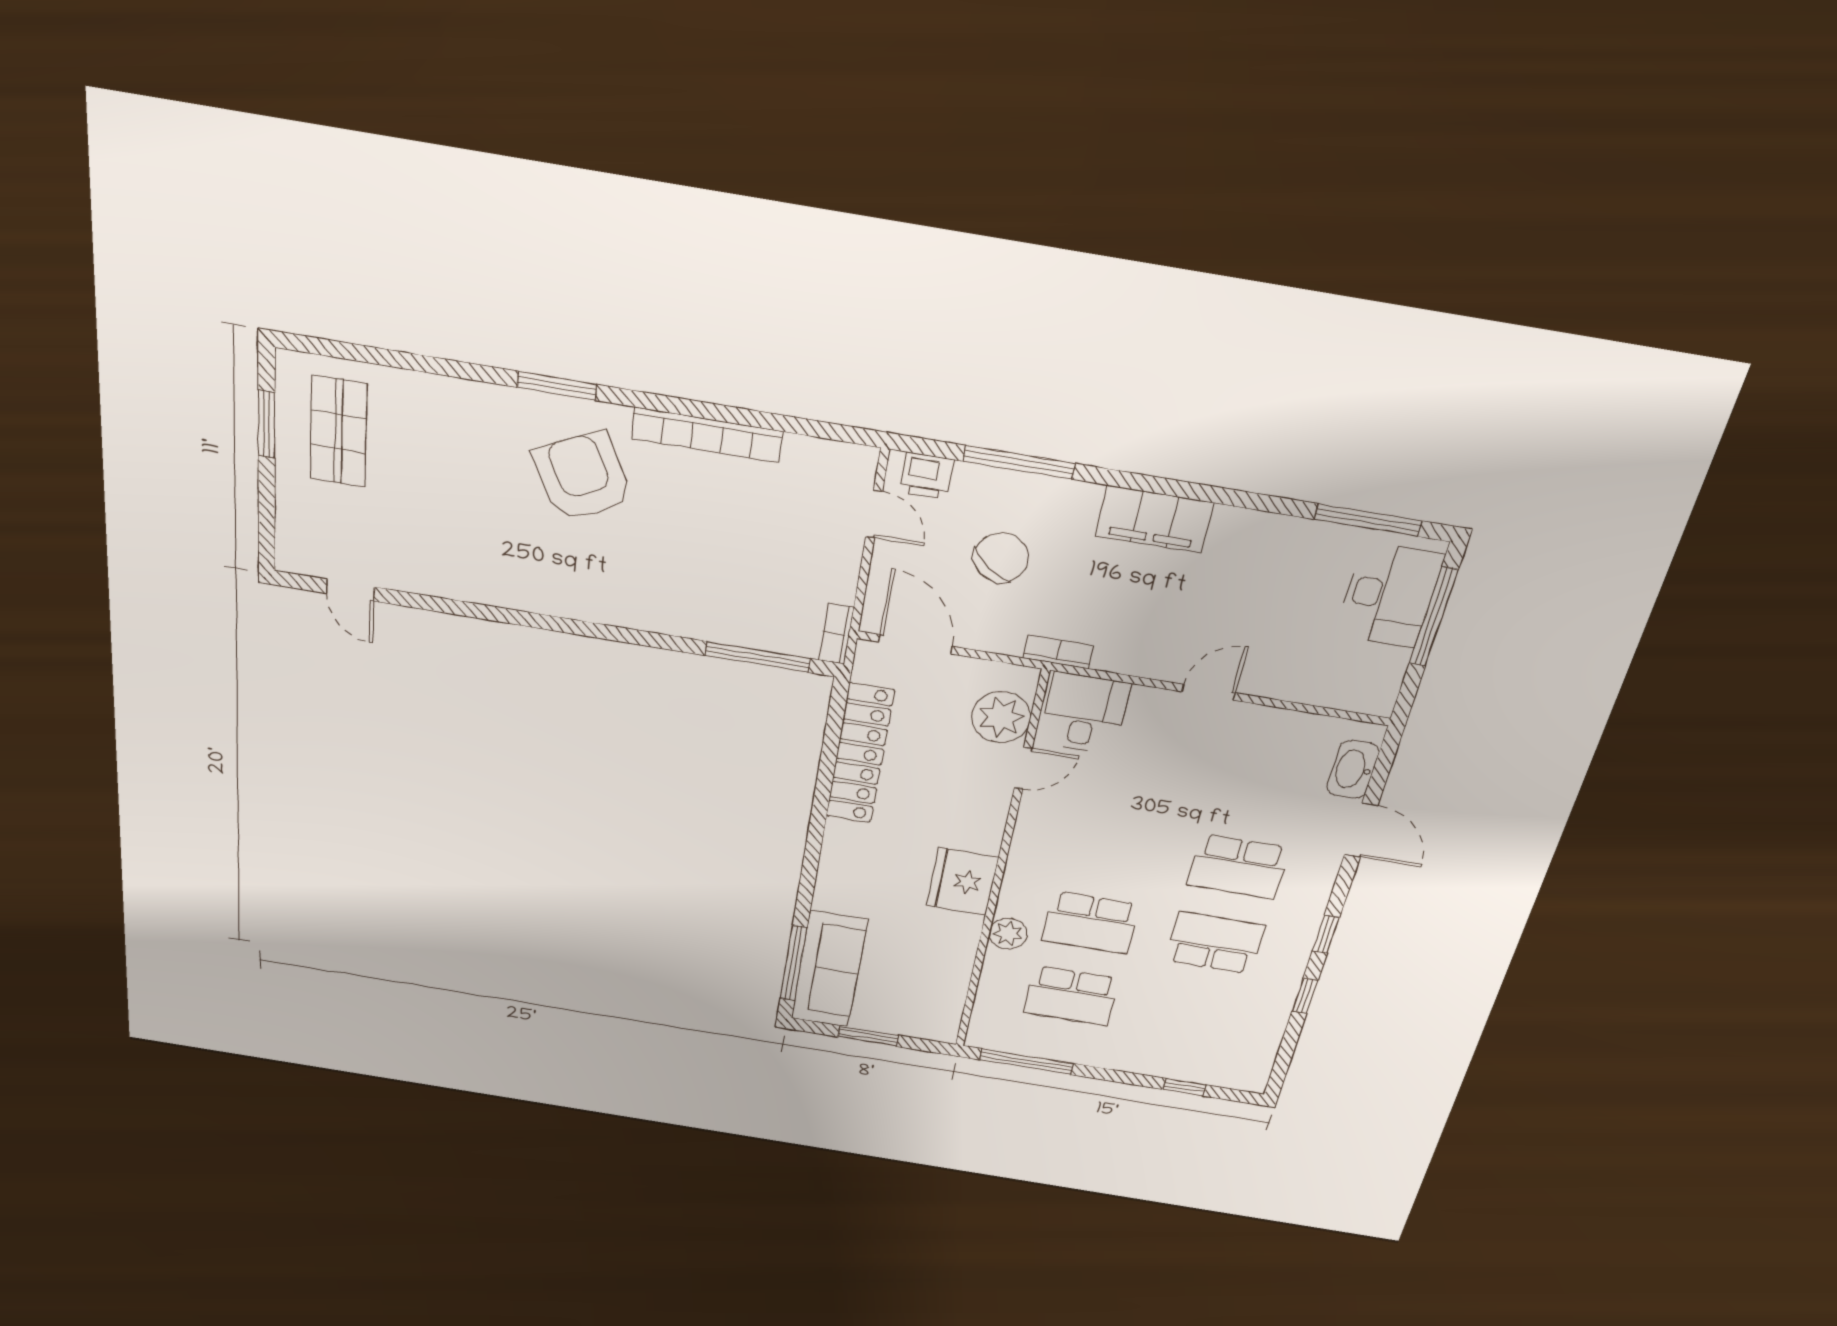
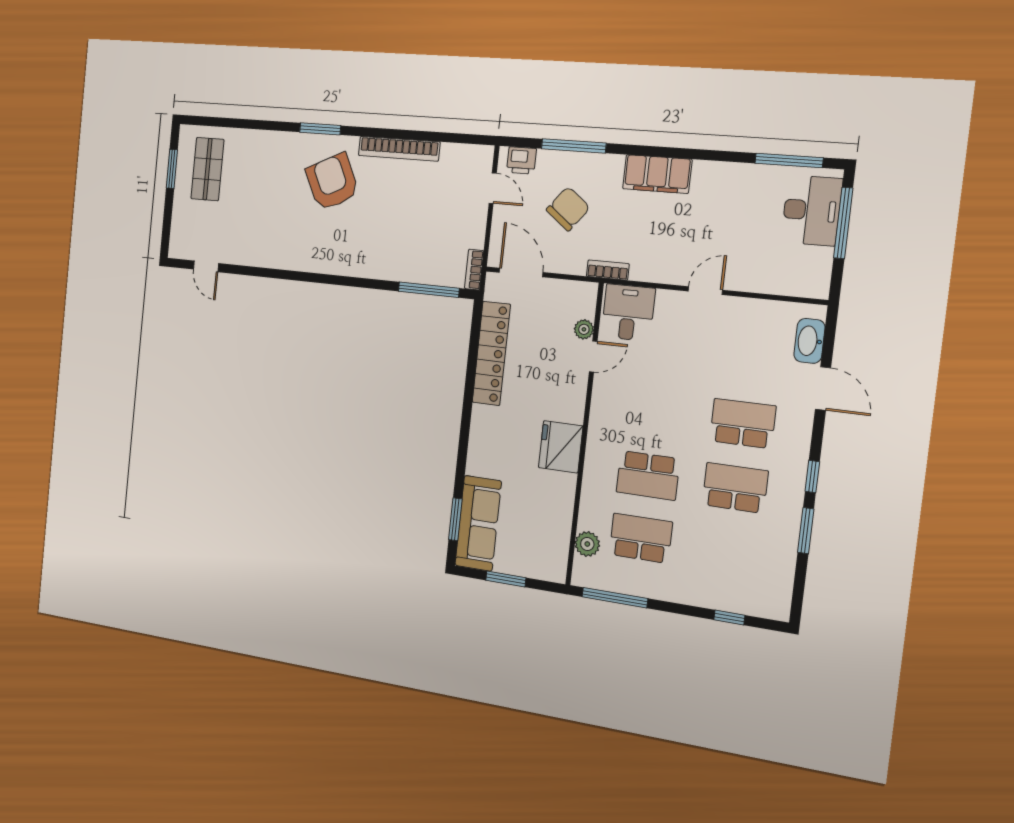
plant: (1001, 717) -> (584, 329), width x0.53, depth x0.53
school desk: (1238, 867) -> (743, 423), turned 180
plant: (1008, 934) -> (587, 544), moved
window: (794, 963) -> (455, 519), width x0.69
window: (1305, 995) -> (806, 531), width x1.50
school desk: (1071, 996) -> (641, 538), turned 180

